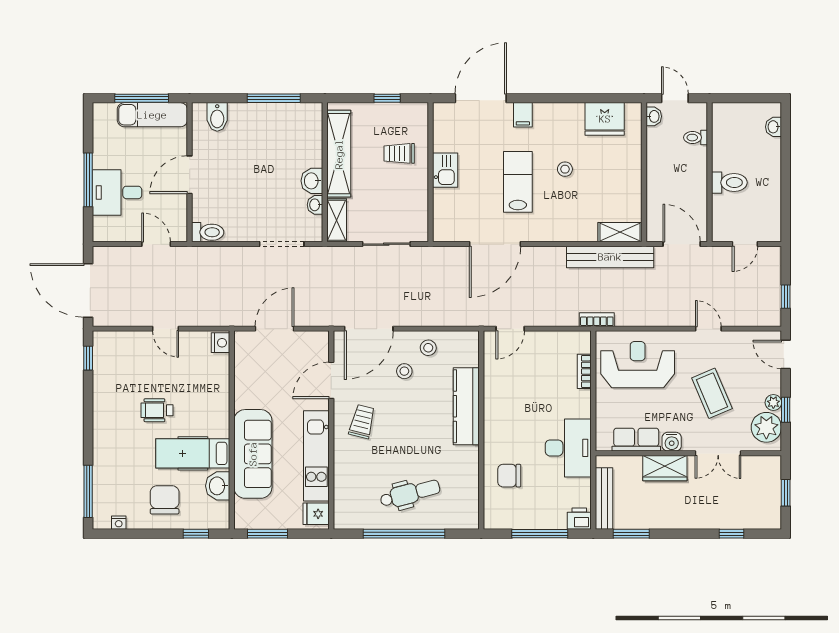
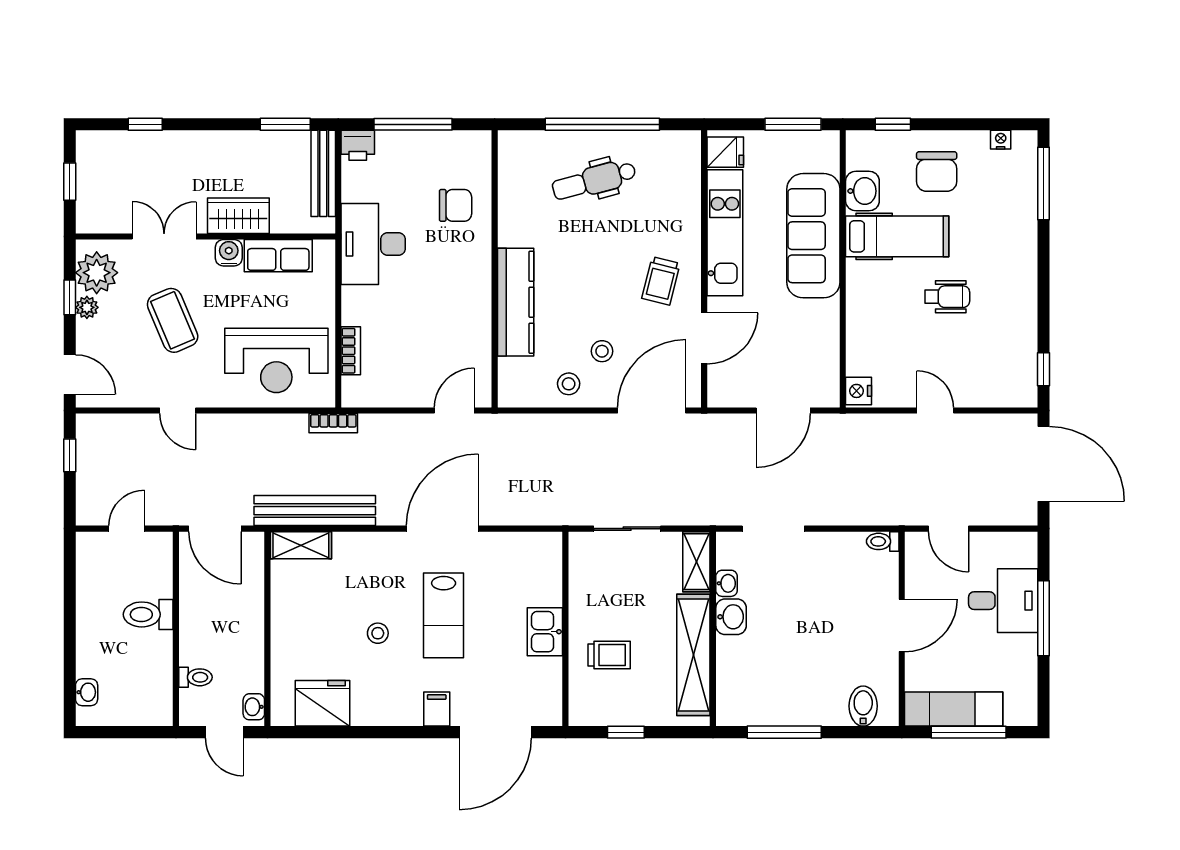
toilet: (208, 232) -> (883, 541), width x0.73, depth x0.72
door: (495, 244) -> (442, 529), moved

